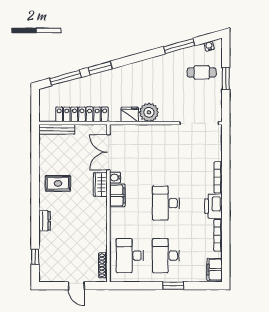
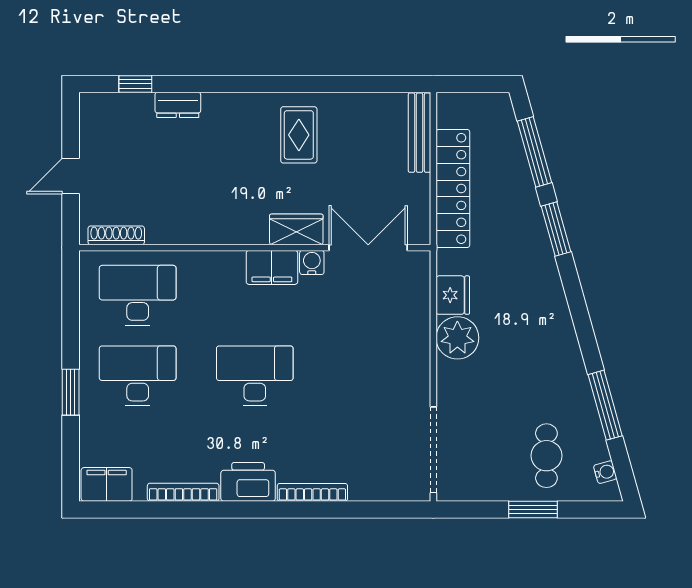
dresser: (44, 221) -> (178, 105), moved

